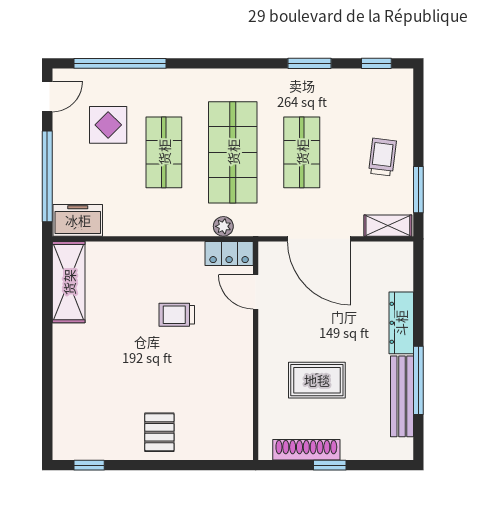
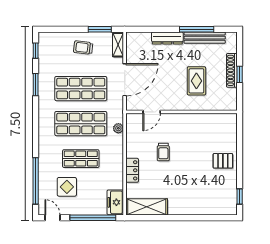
shop shelf: (302, 152) -> (81, 89), width x1.43, depth x1.36
locker: (229, 254) -> (132, 170), moved
shoe rack: (306, 450) -> (232, 70), moved

